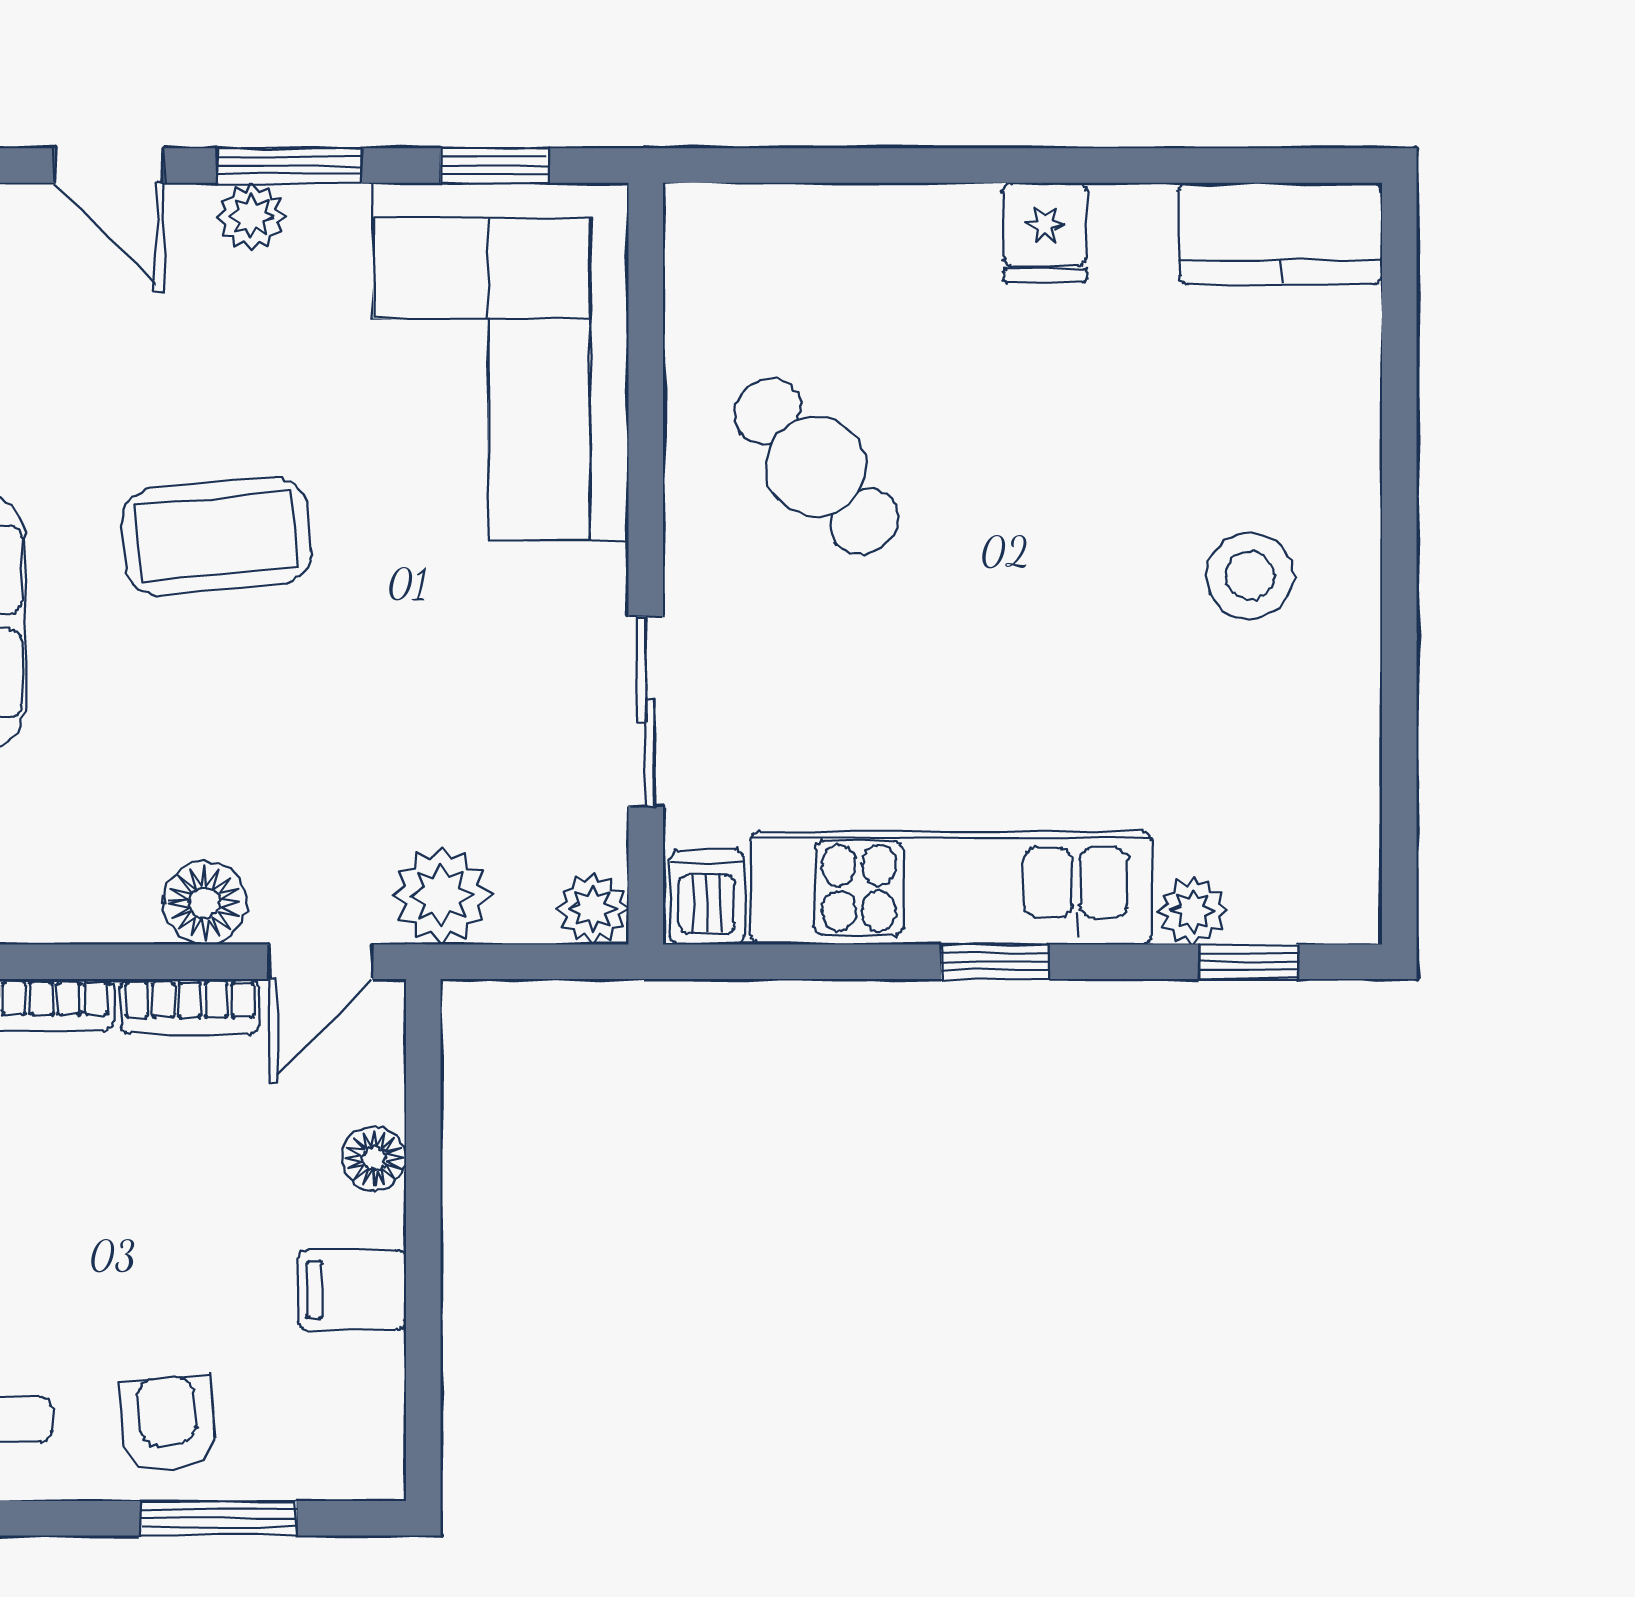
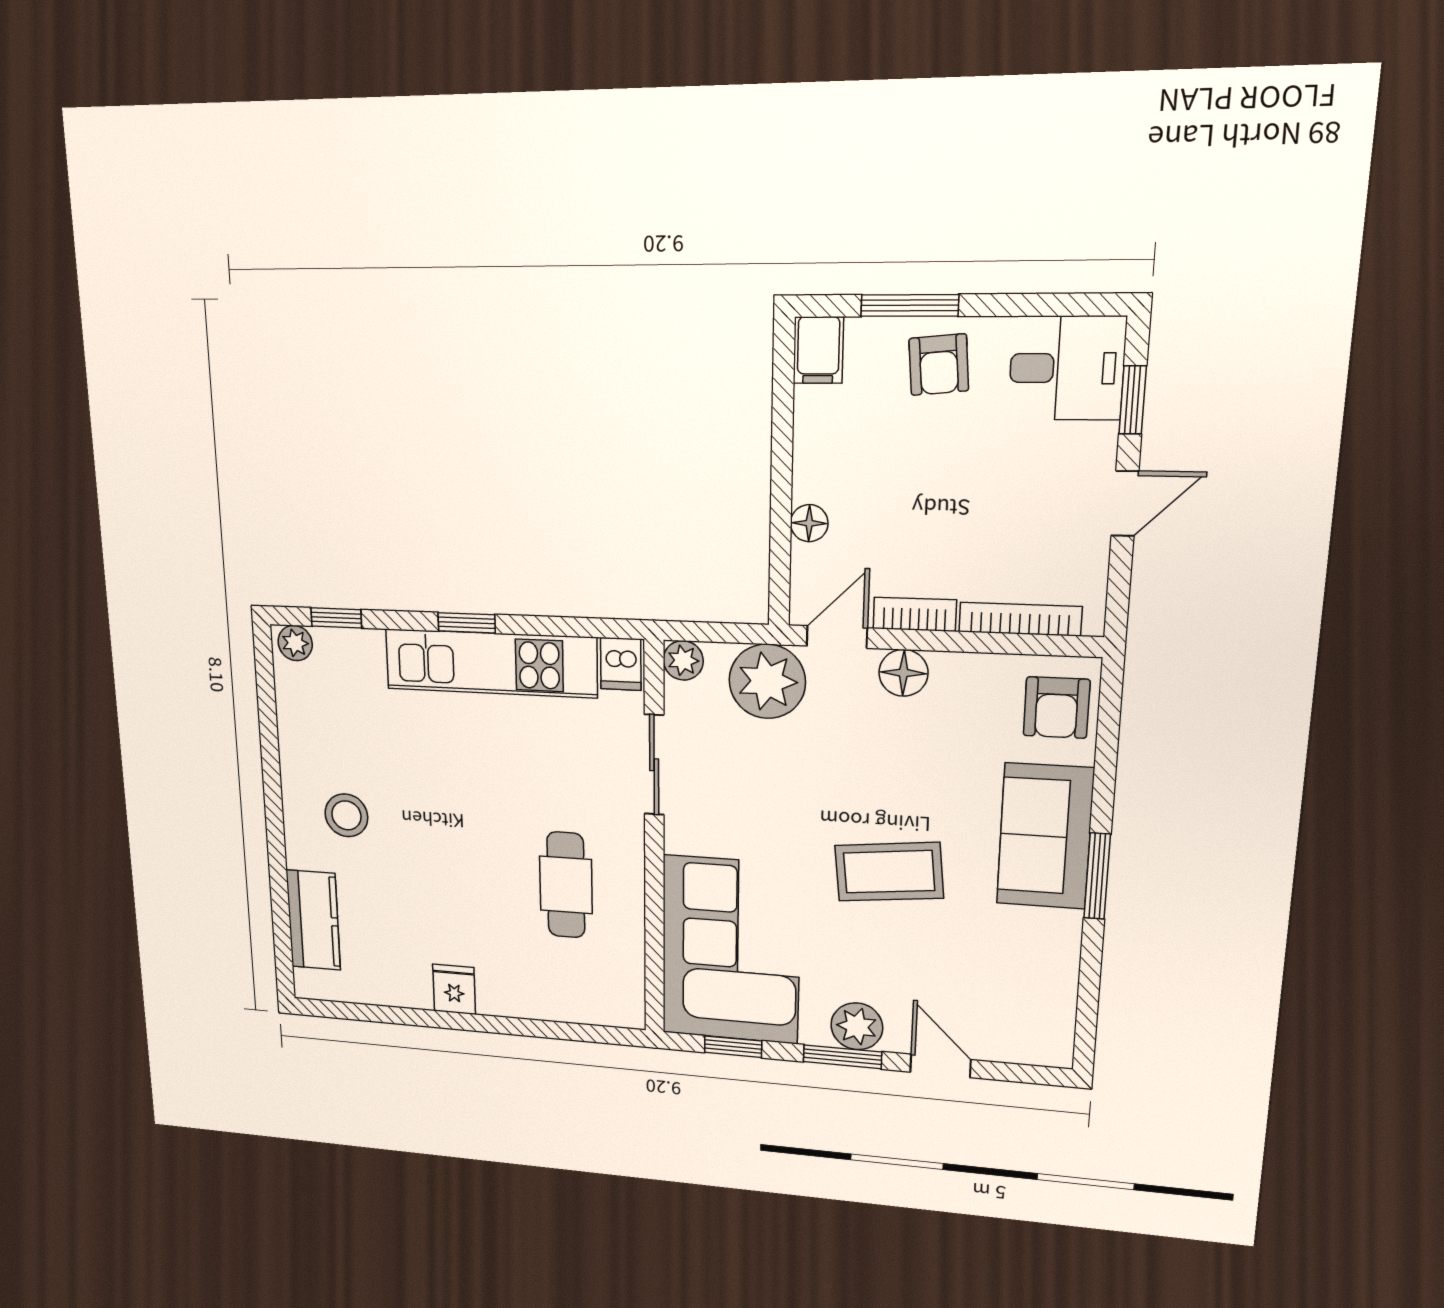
plant: (251, 217) -> (857, 1026), width x1.38, depth x1.38
kitchen counter: (1280, 233) -> (313, 920), moved, turned 90
cafe table: (816, 466) -> (566, 885), turned 41
plant: (442, 895) -> (767, 681), width x1.36, depth x1.36
plant: (1193, 911) -> (295, 643), moved
filing cabinet: (352, 1290) -> (818, 350), moved, turned 90

